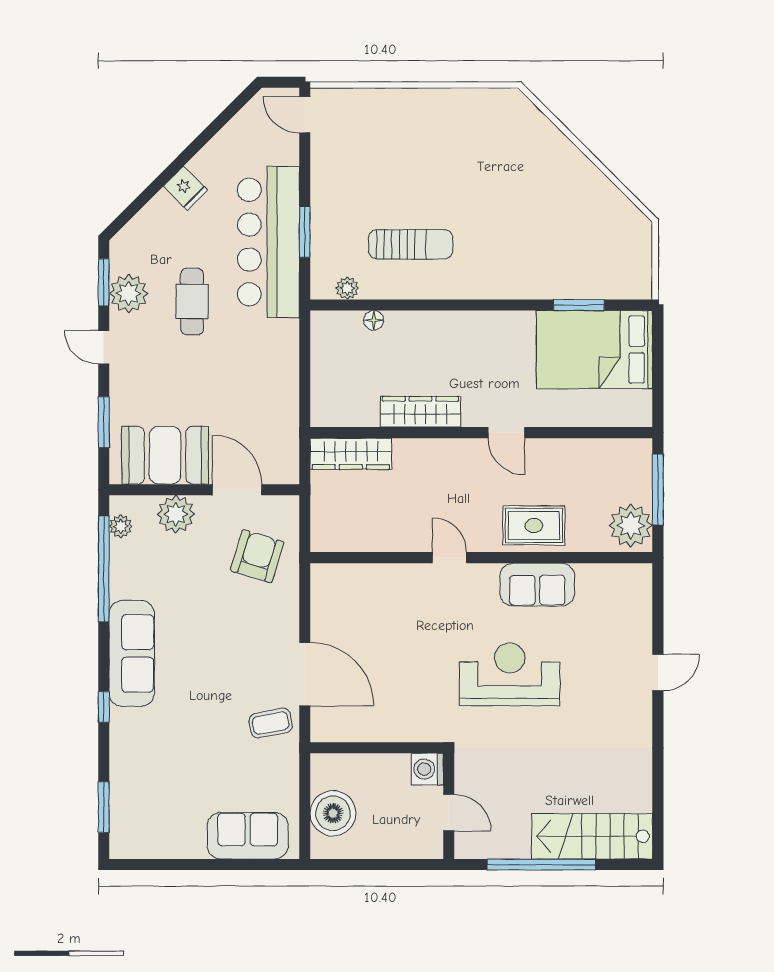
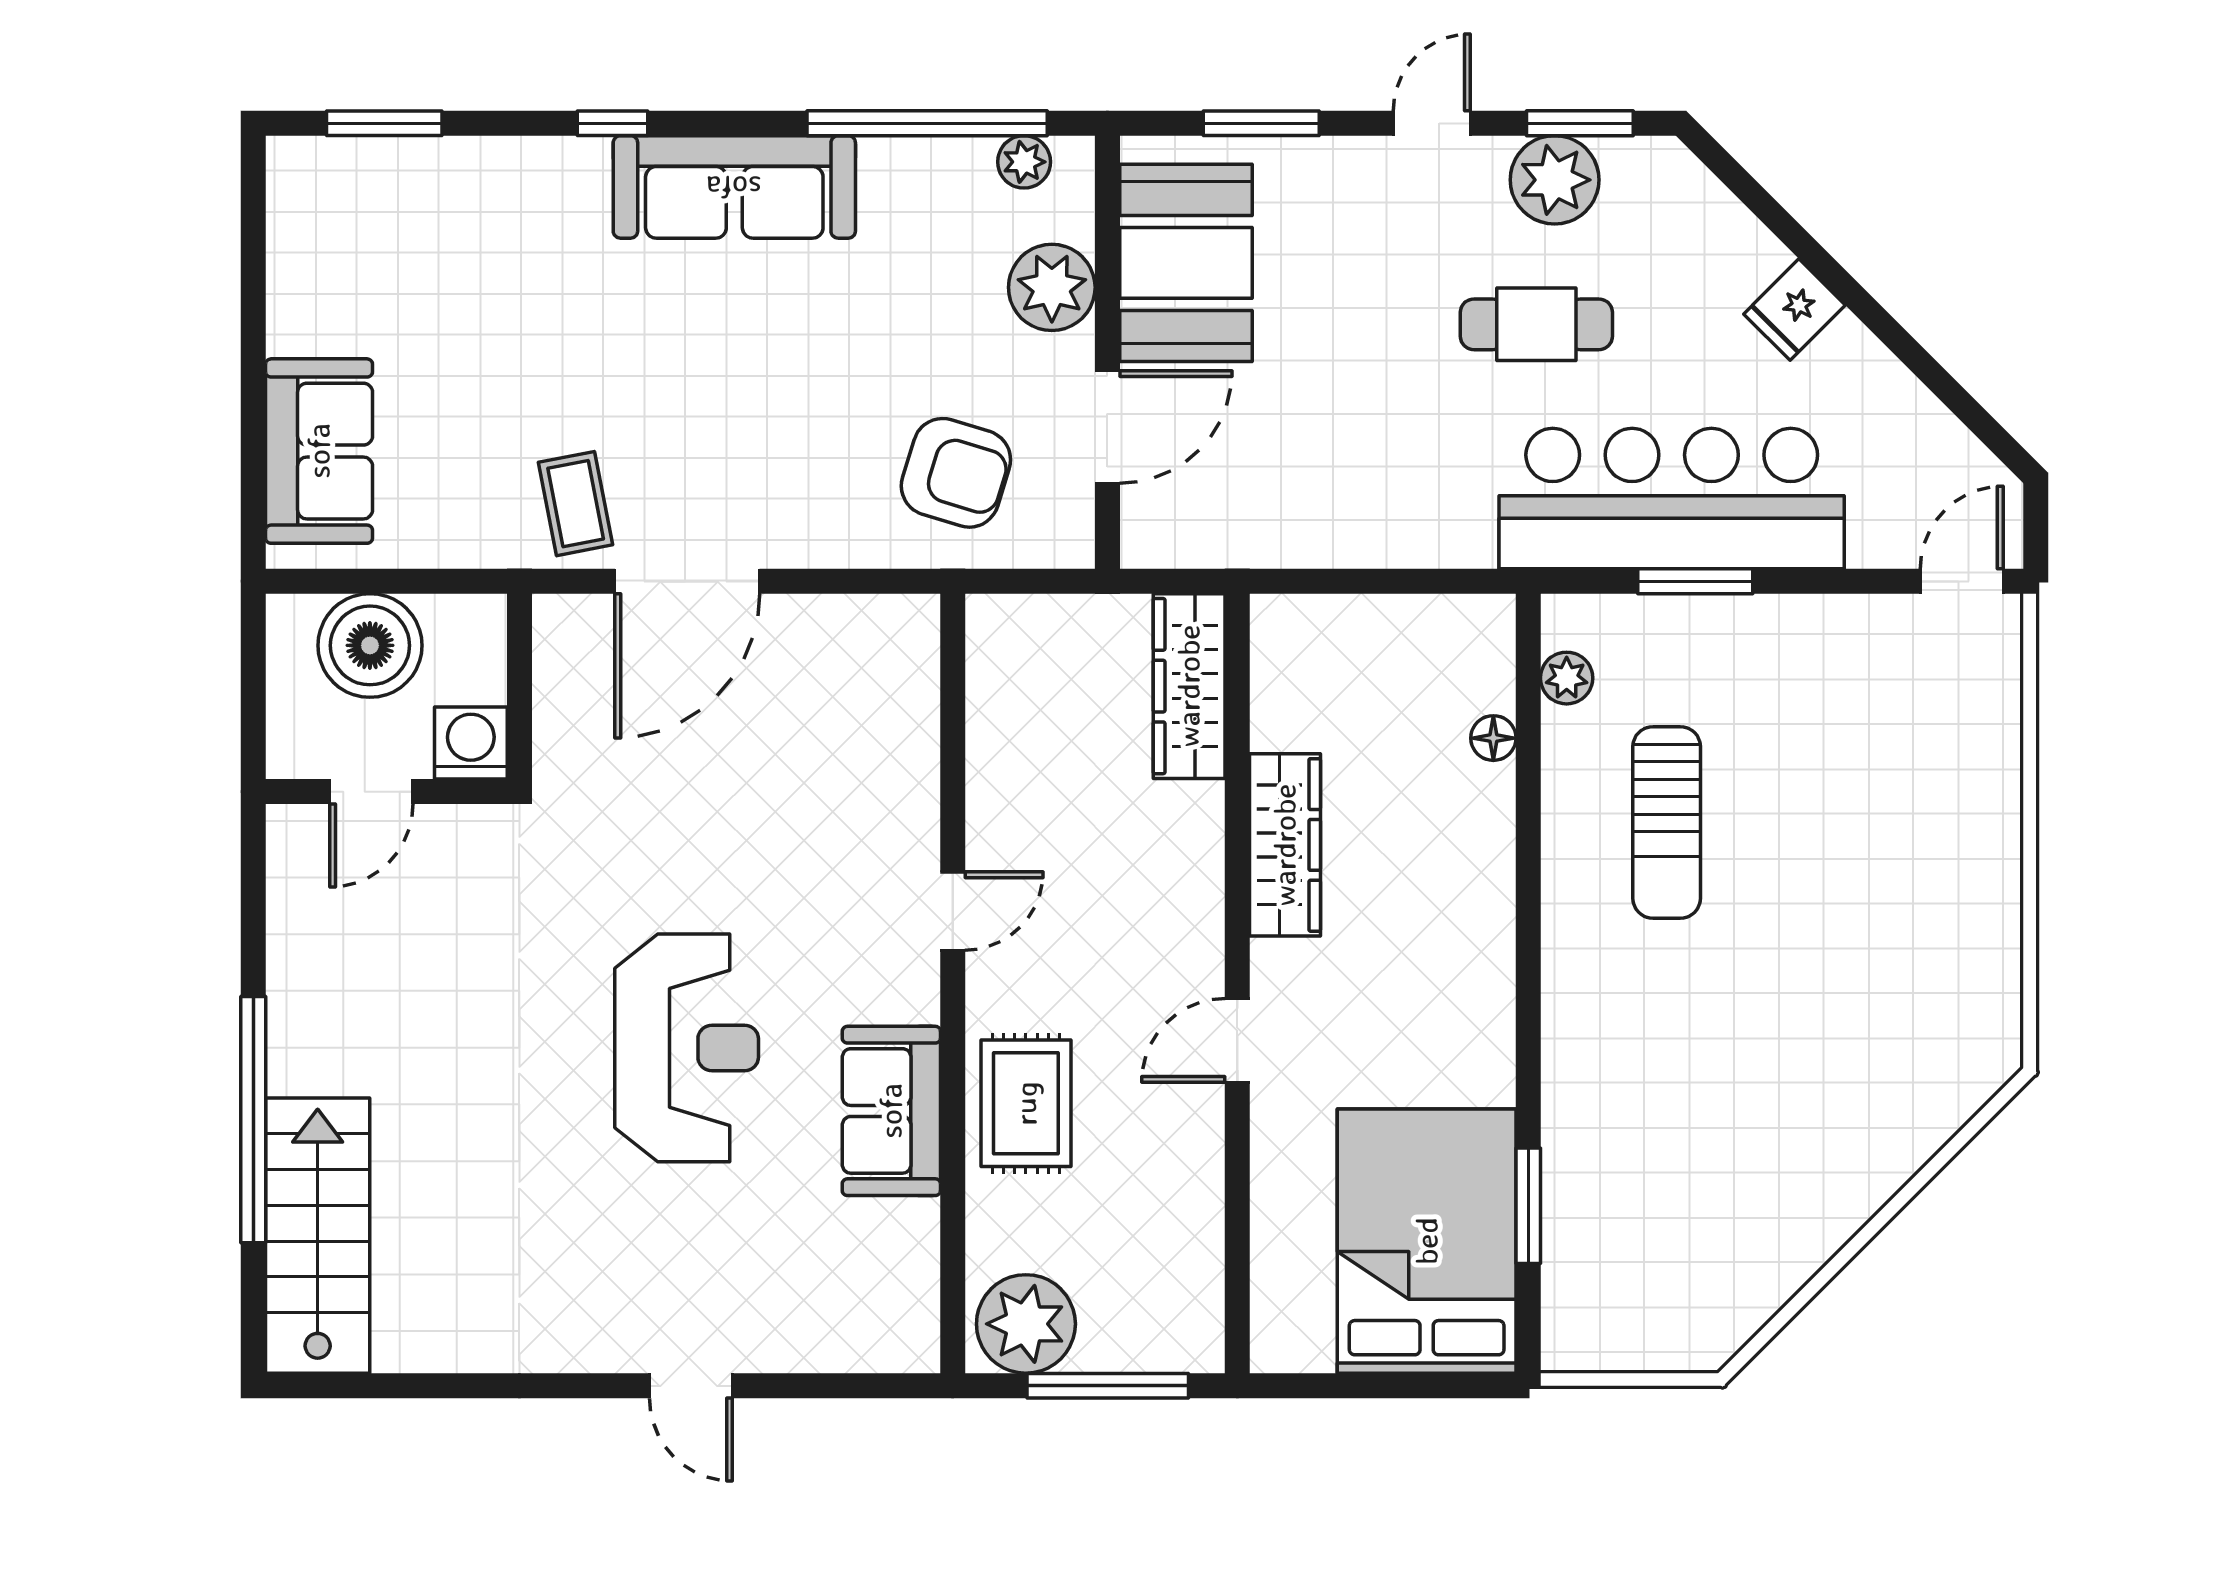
washing machine: (427, 769) -> (471, 743), moved
wall: (449, 806) -> (386, 792), moved
door: (449, 813) -> (371, 792), moved

